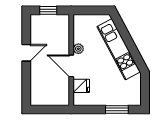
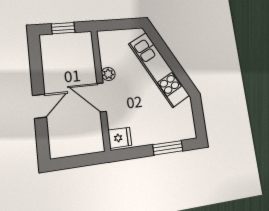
door: (26, 53) -> (40, 106), moved
fridge: (81, 86) -> (120, 138), moved

